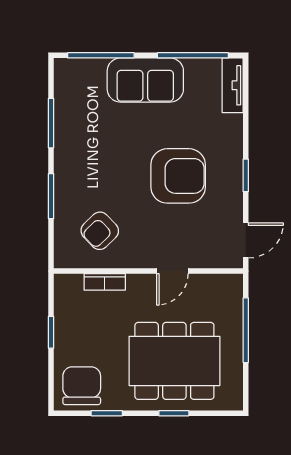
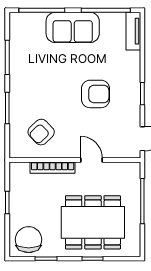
armchair: (178, 176) -> (96, 94), width x0.73, depth x0.73
door: (172, 271) -> (91, 160), swing flipped
bookcase: (105, 282) -> (53, 168), width x1.56

